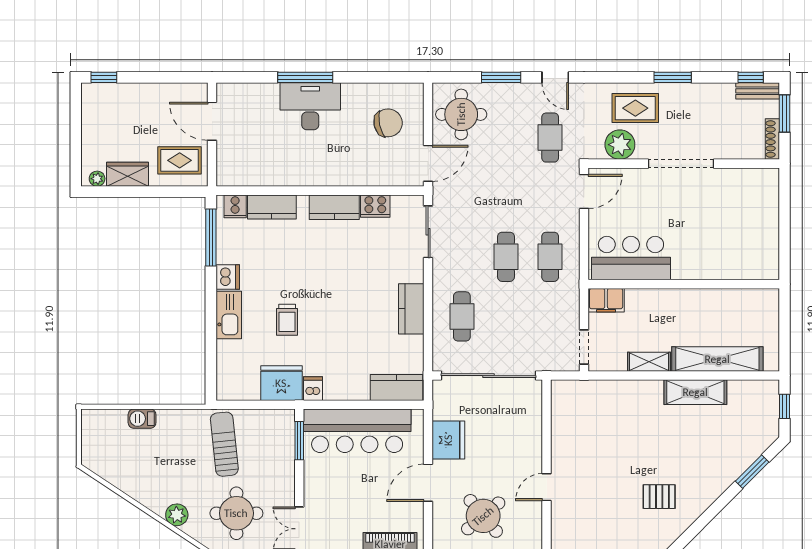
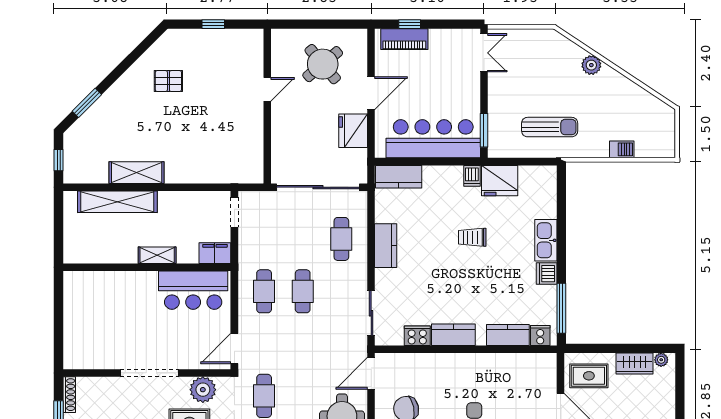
trolley: (287, 320) -> (472, 237), moved, turned -90
shelving: (649, 362) -> (157, 255), moved
sun lounger: (224, 444) -> (550, 127), turned -84
round table: (236, 513) -> (539, 66), removed

